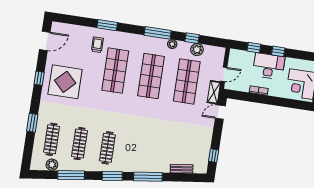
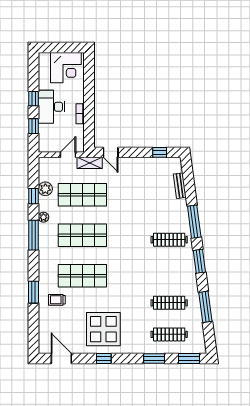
door: (224, 74) -> (68, 155), hinge flipped
clothes rail: (107, 148) -> (169, 240), moved
window: (28, 154) -> (189, 359), added
plant: (52, 165) -> (197, 330), removed

